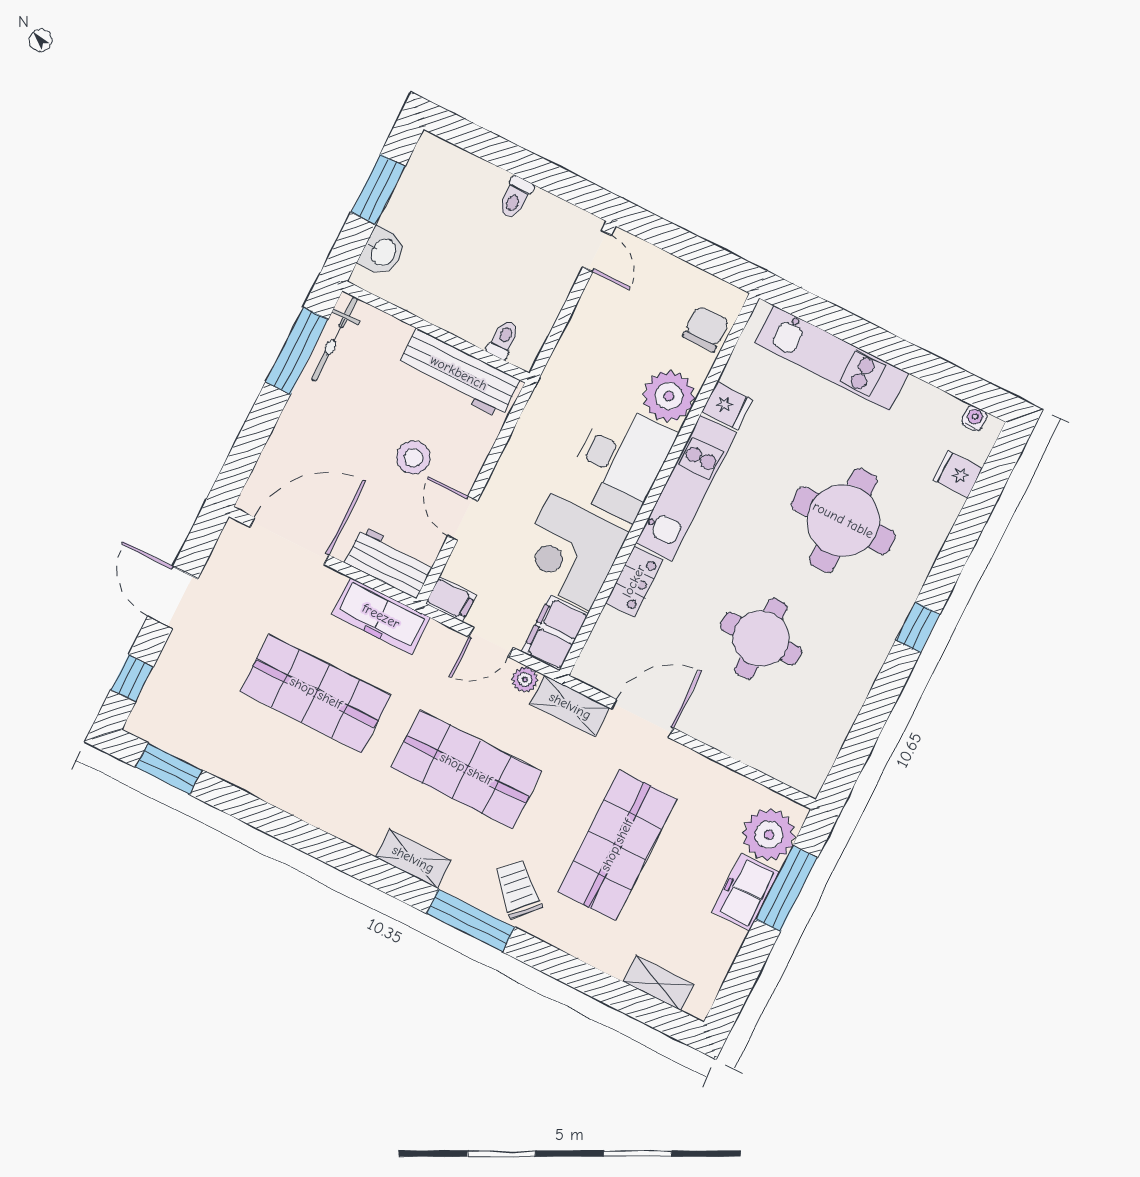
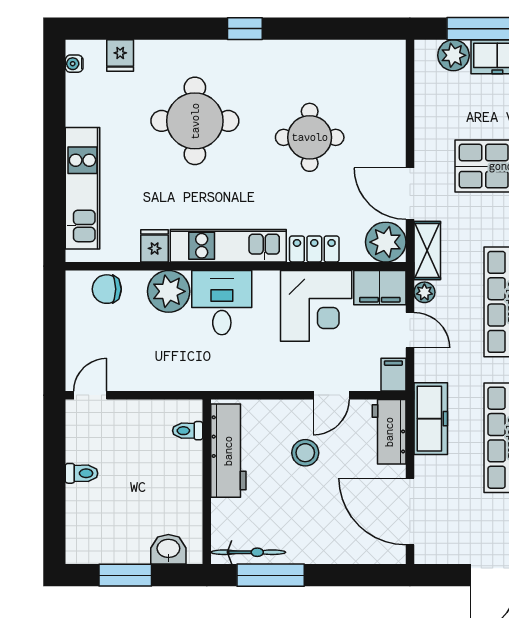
desk: (620, 461) -> (222, 303), width x0.73
plant: (602, 665) -> (386, 242), added
plant: (769, 835) -> (453, 55), width x0.73, depth x0.73

